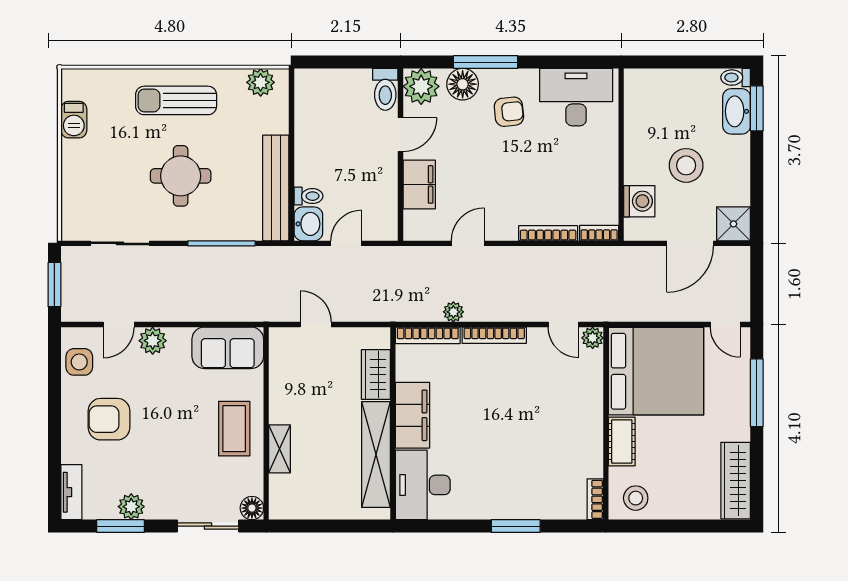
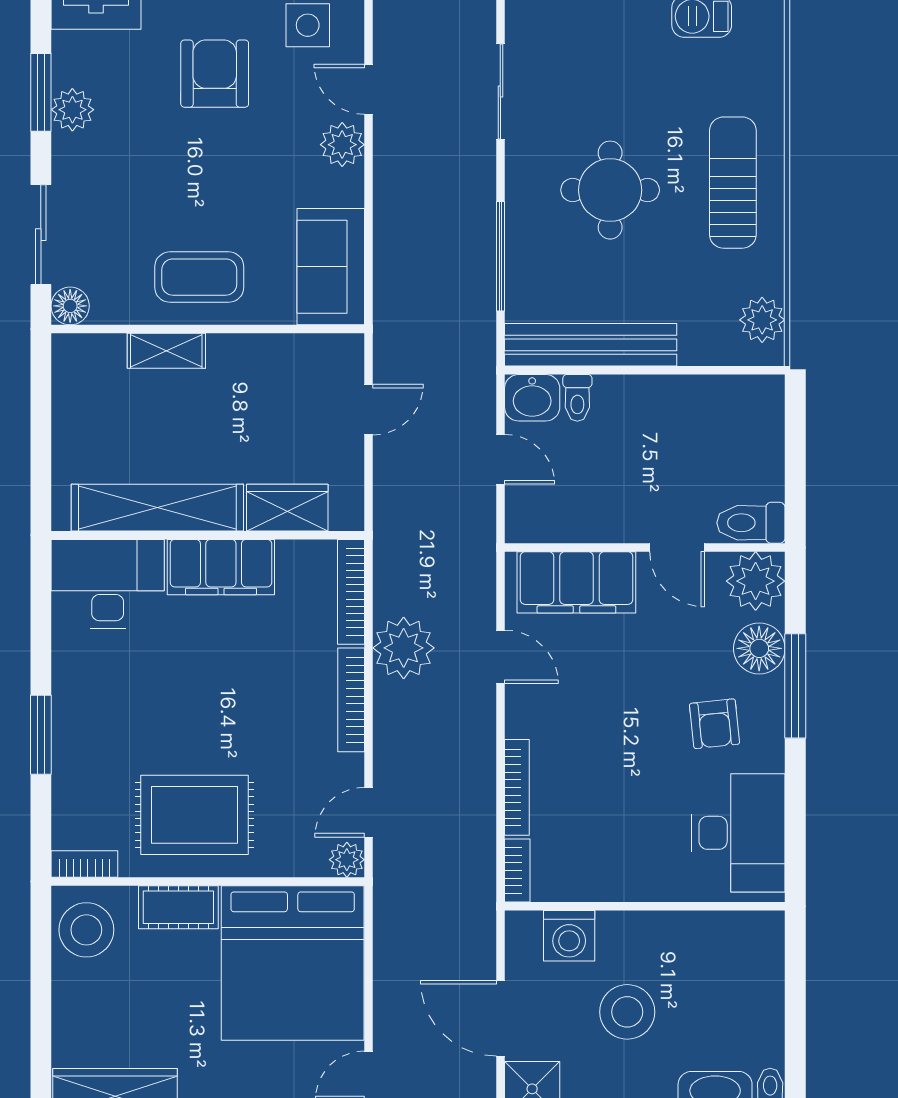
filing cabinet: (419, 184) -> (576, 582), width x1.50, depth x1.17
plant: (453, 312) -> (404, 648), width x1.88, depth x1.88
rug: (565, 432) -> (194, 815), added
stool: (636, 498) -> (86, 930), width x1.38, depth x1.38

